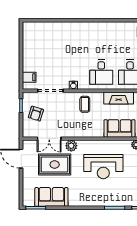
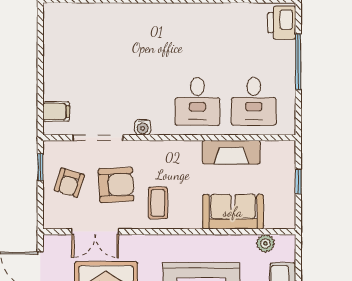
coffee table: (85, 104) -> (158, 203), moved
armchair: (60, 115) -> (116, 185), added
plant: (71, 146) -> (139, 246), removed

